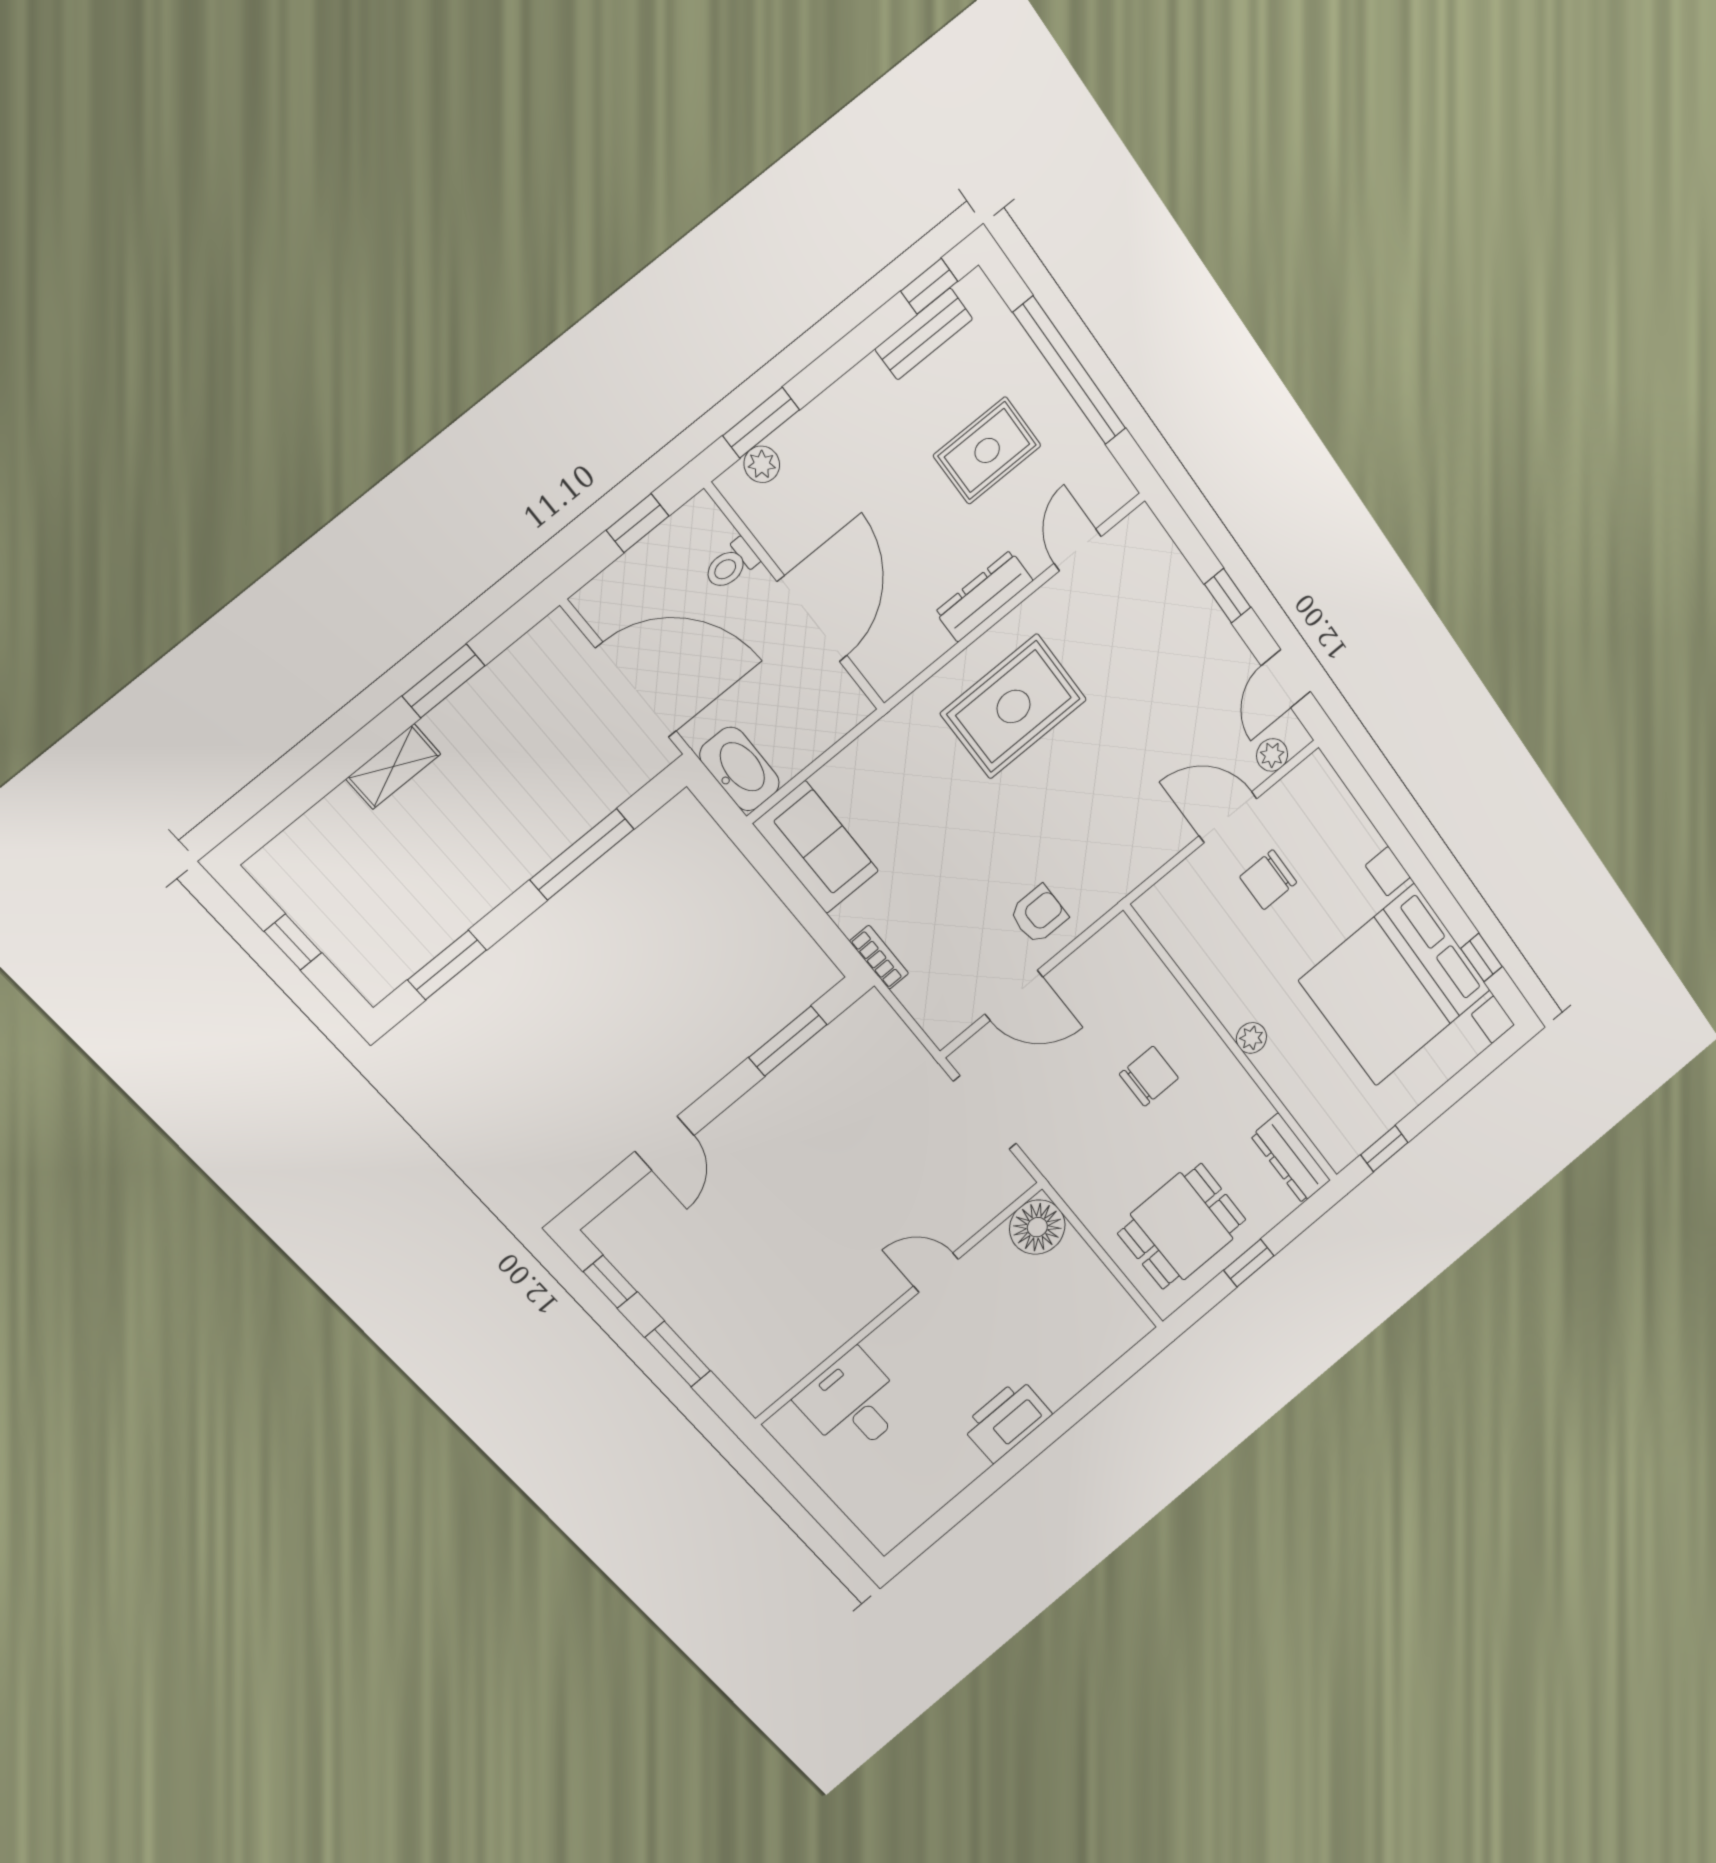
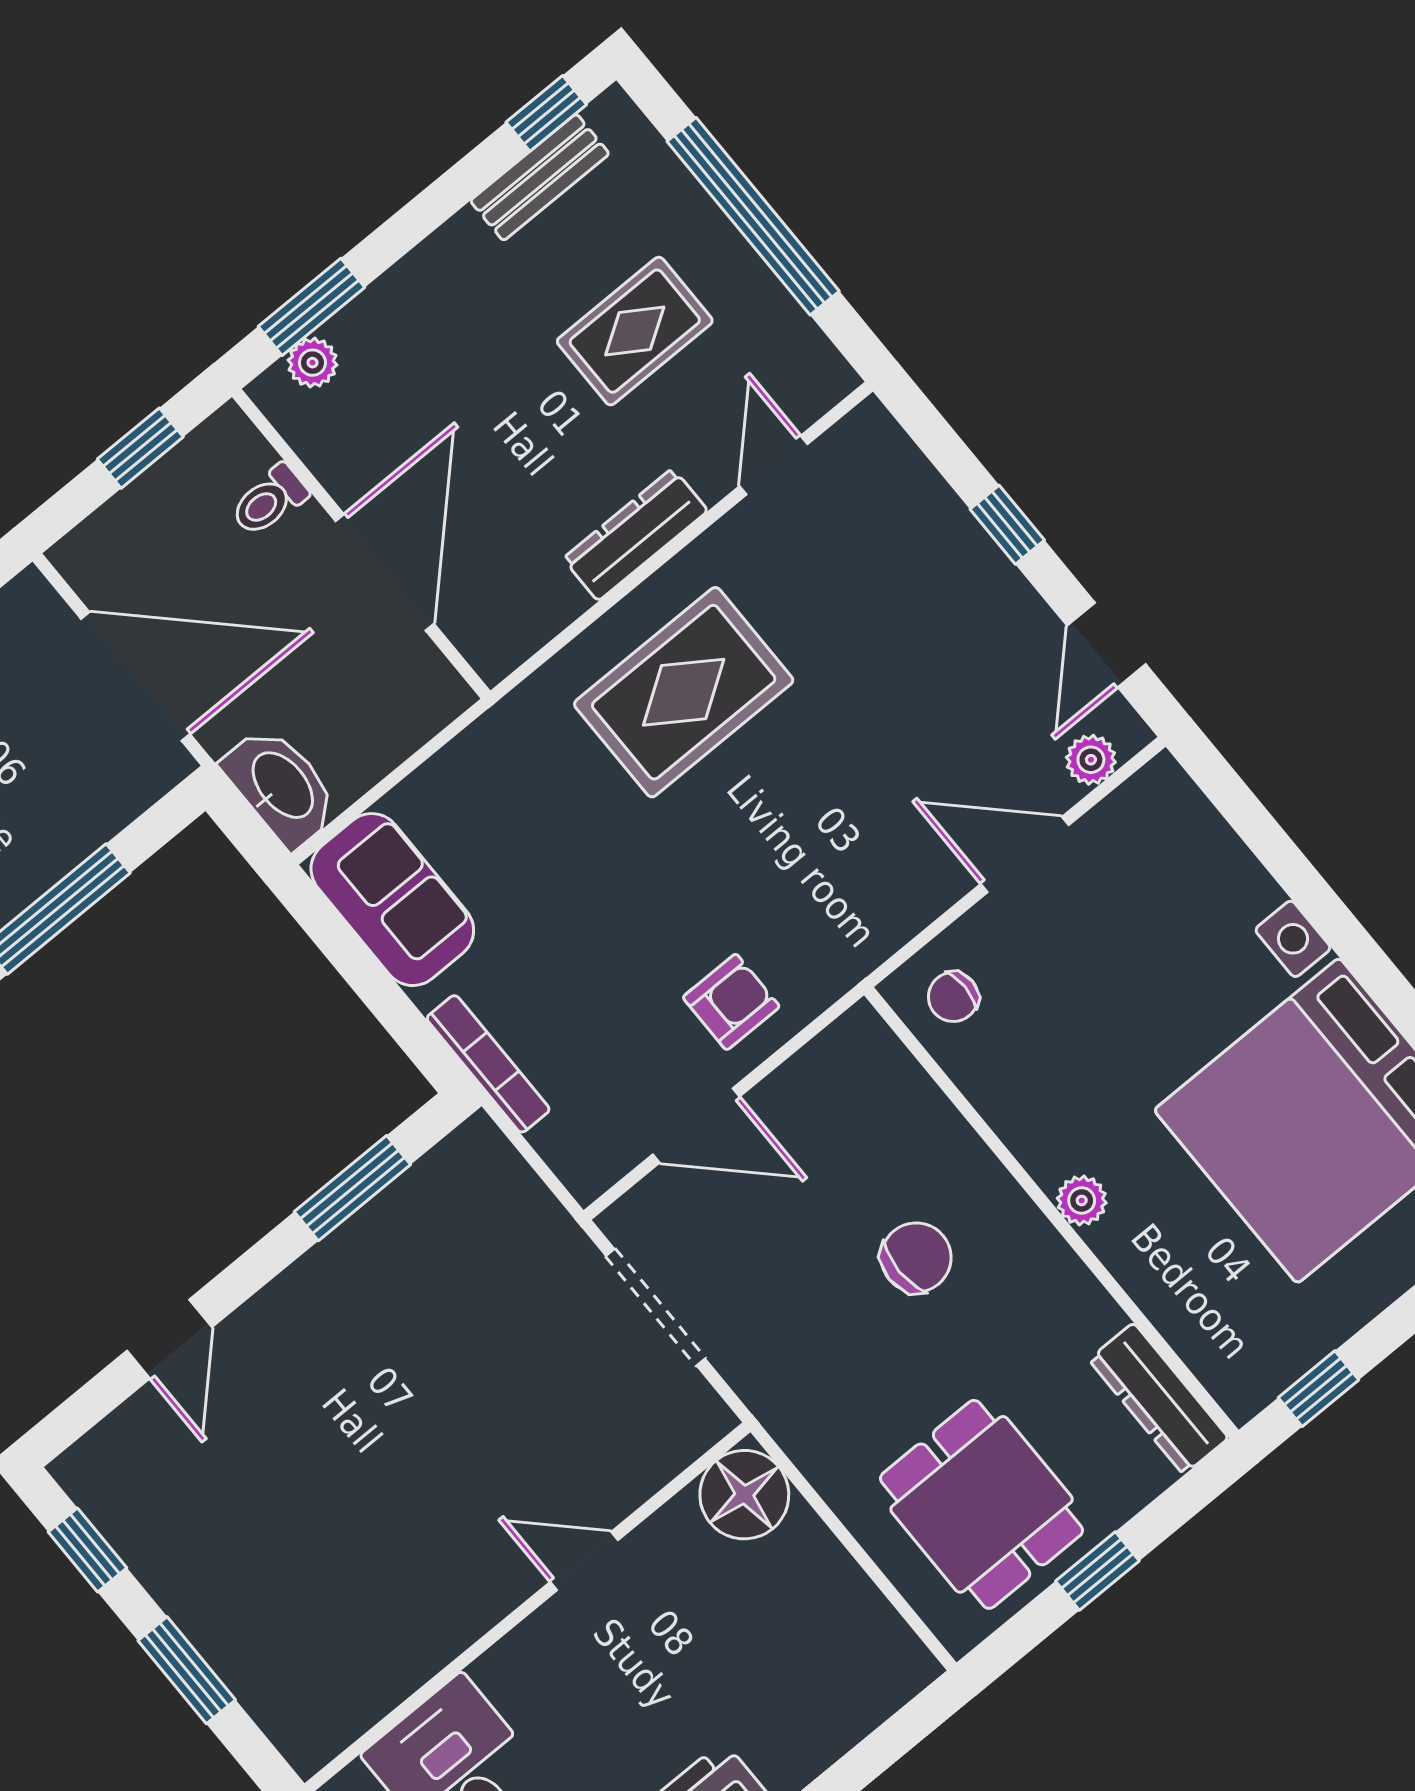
chair: (1268, 880) -> (953, 997), moved, width x0.73, depth x0.73
bookcase: (879, 957) -> (488, 1064), width x1.56
dining table: (1182, 1226) -> (982, 1504), turned 90

